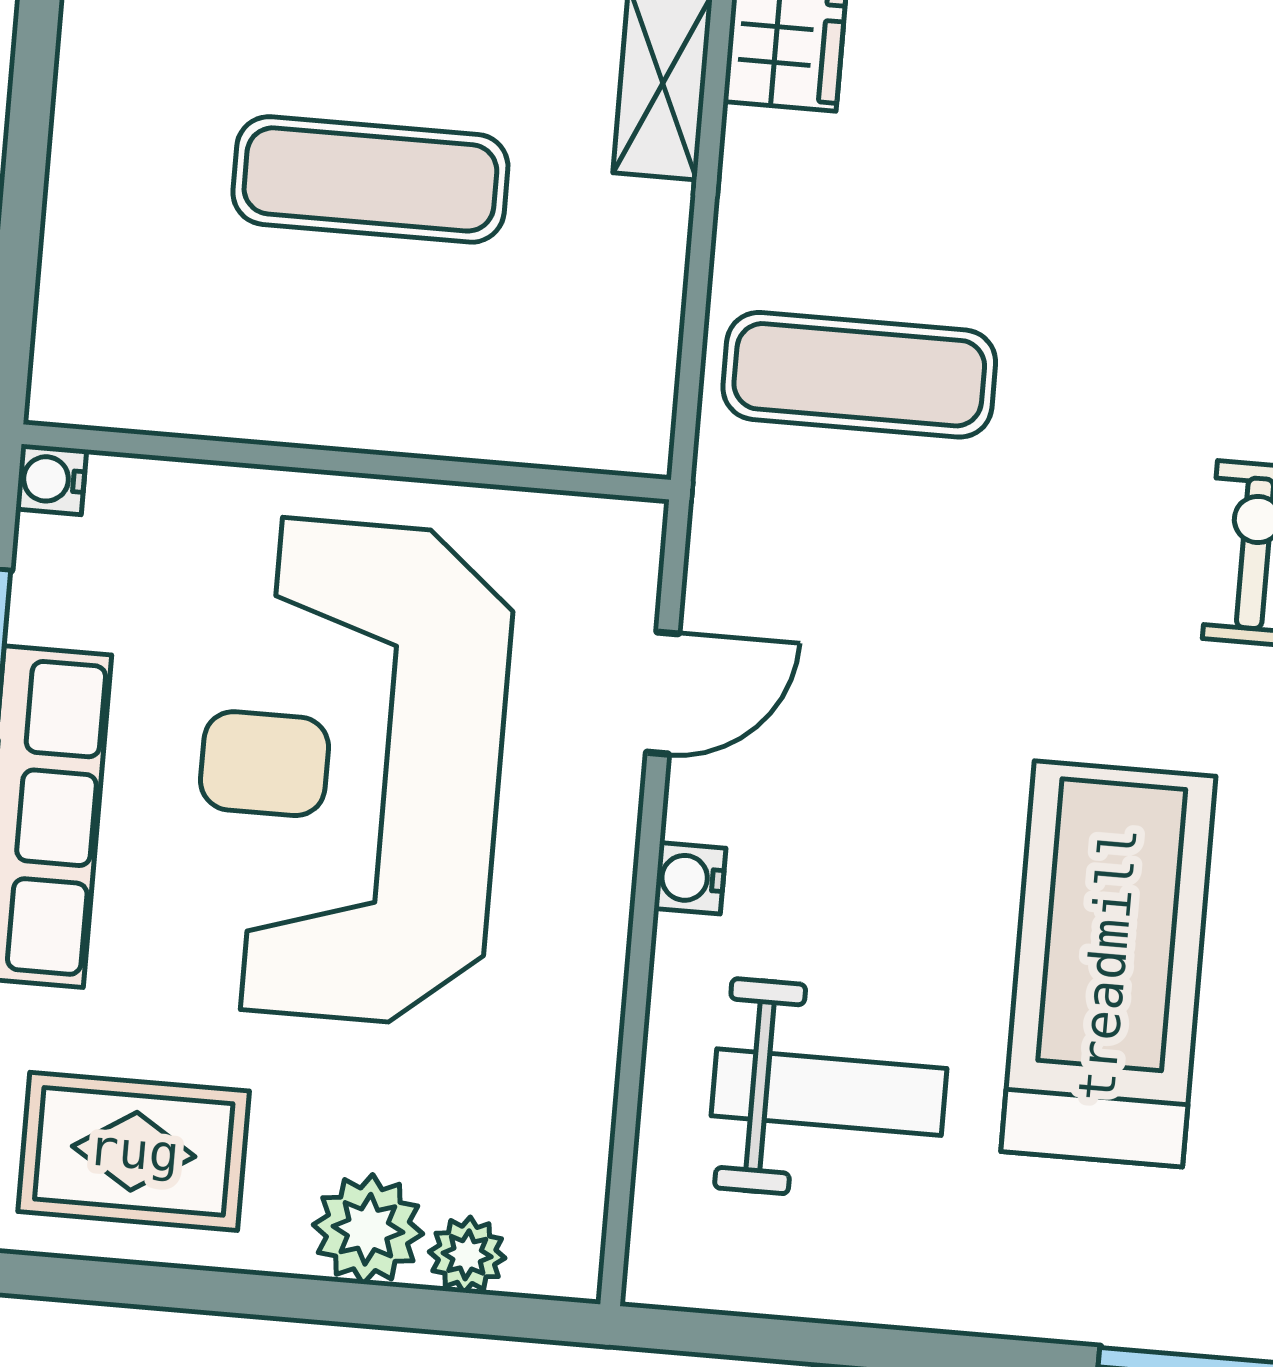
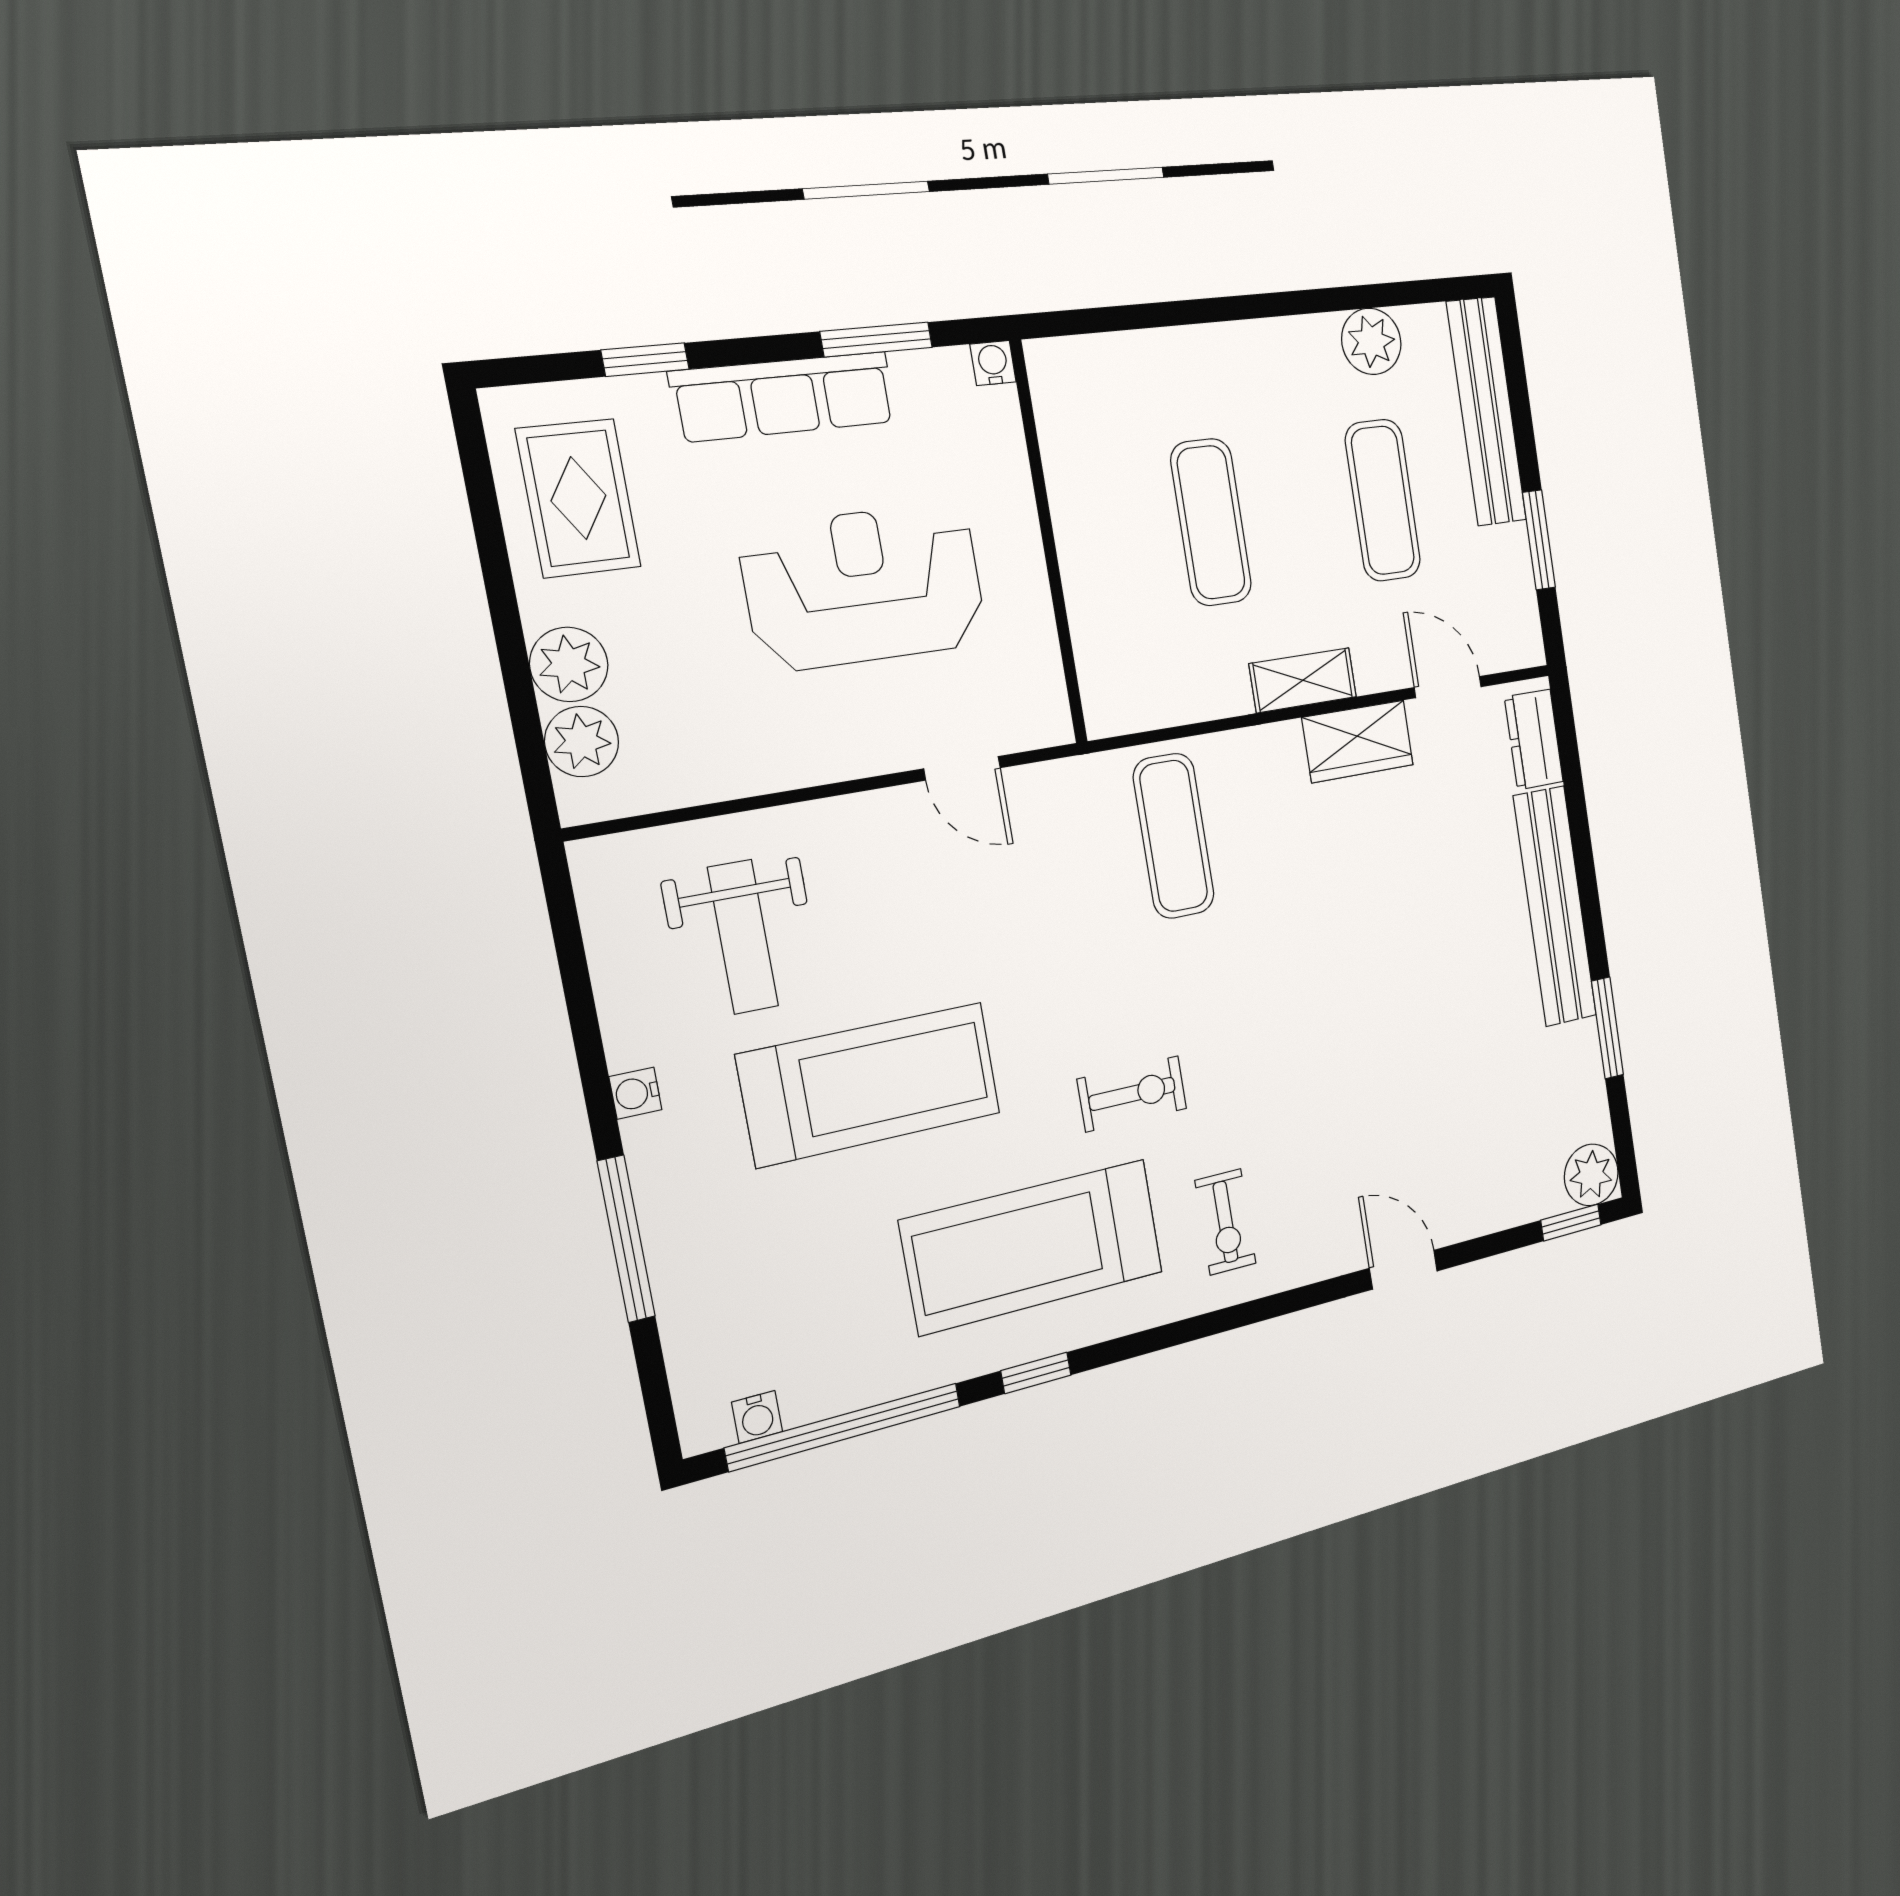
reception desk: (350, 771) -> (864, 587), width x0.74, depth x0.77
water cooler: (690, 878) -> (635, 1093), moved, turned -90
plant: (467, 1255) -> (582, 742), width x1.38, depth x1.38

